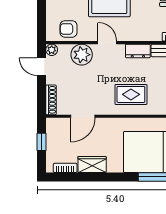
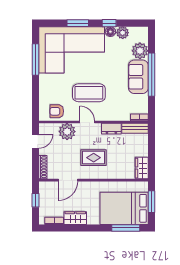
plant: (52, 50) -> (43, 128), removed
door: (42, 67) -> (36, 141), swing flipped
rug: (131, 94) -> (94, 158), moved

